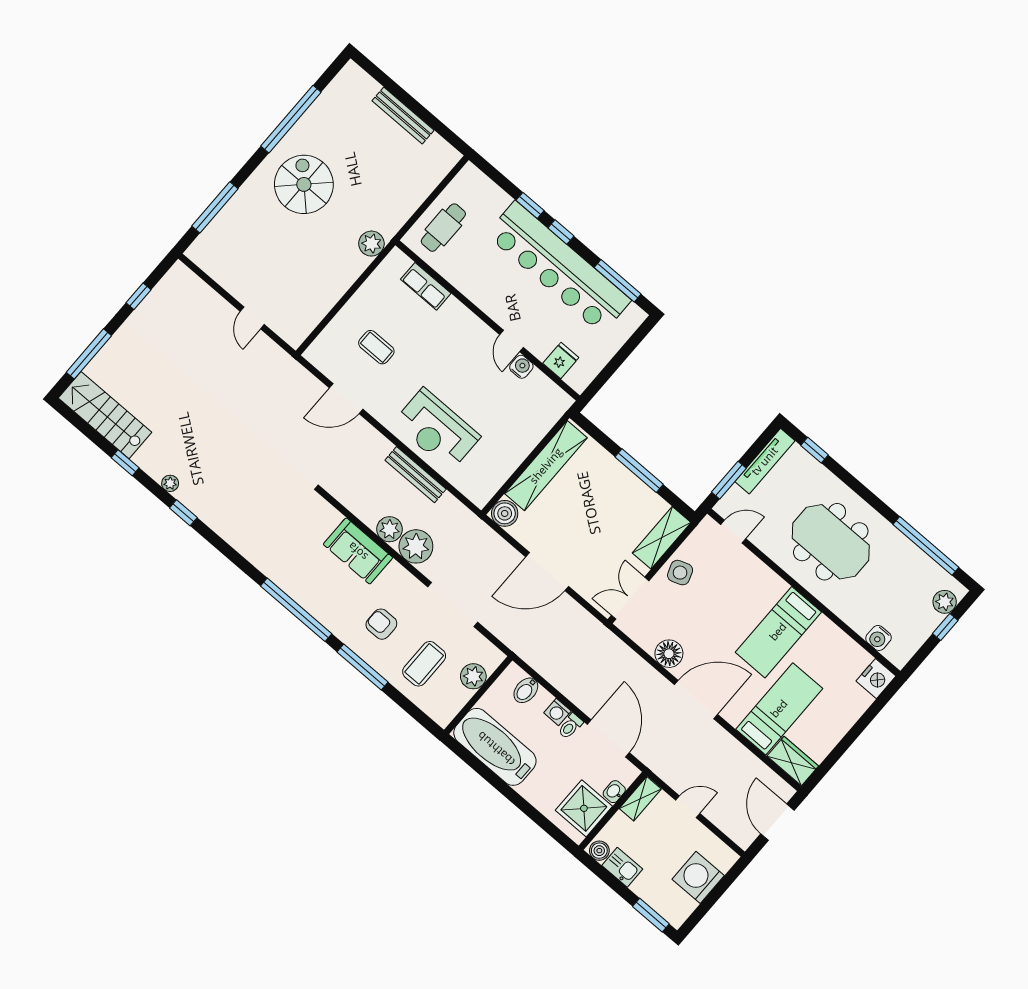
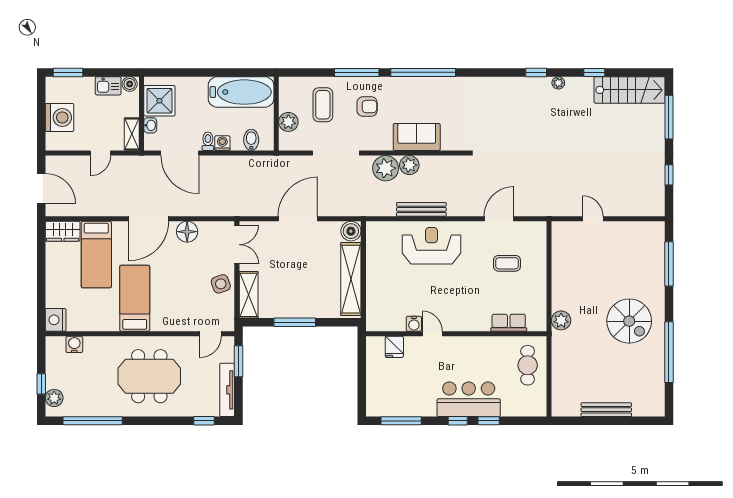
bar counter: (558, 267) -> (469, 399), width x0.54

